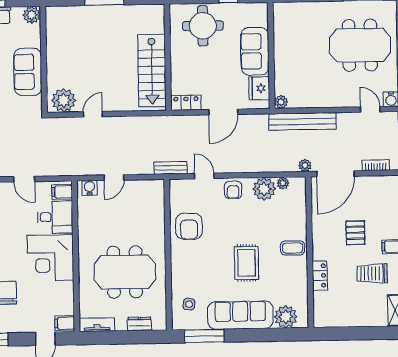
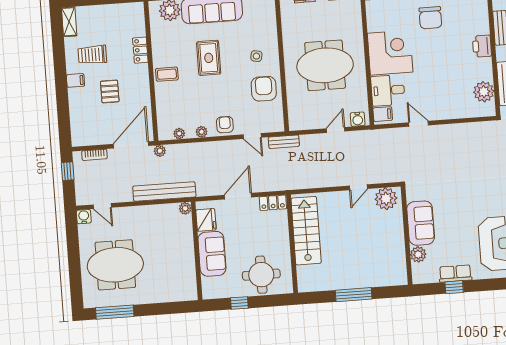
plant: (32, 15) -> (418, 254), moved
plant: (264, 189) -> (202, 132), width x0.53, depth x0.53
meeting table: (125, 272) -> (325, 65), moved
trolley: (372, 273) -> (92, 55), turned 180
side table: (189, 304) -> (256, 56), moved

